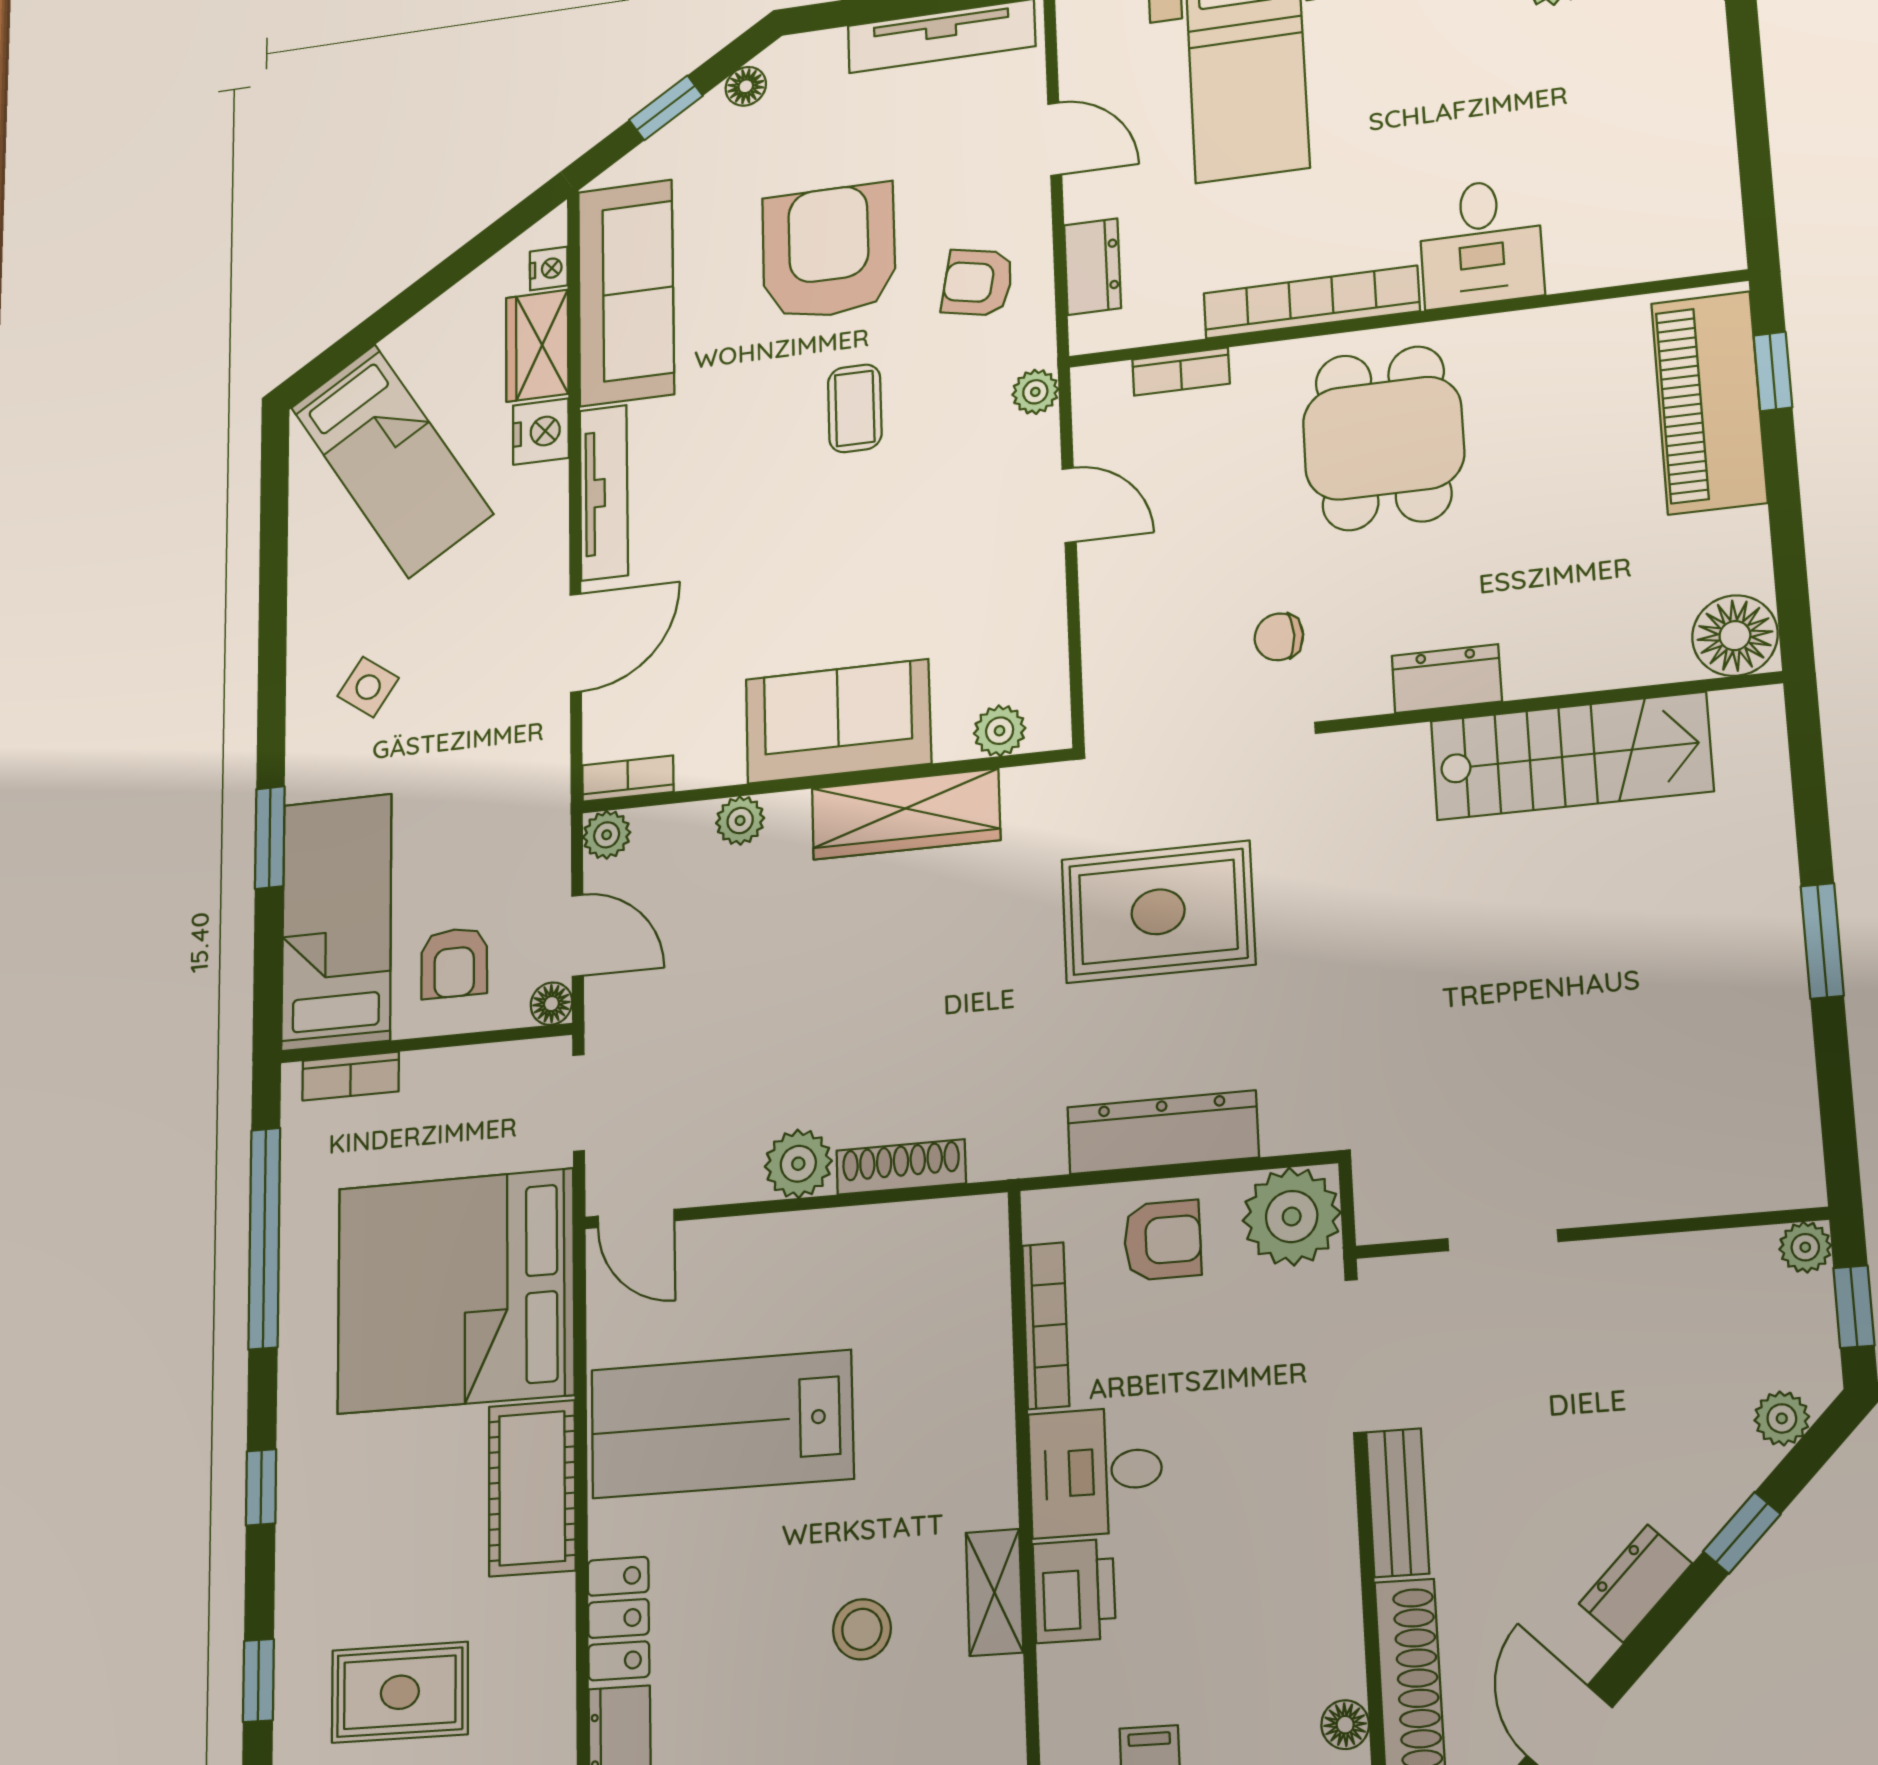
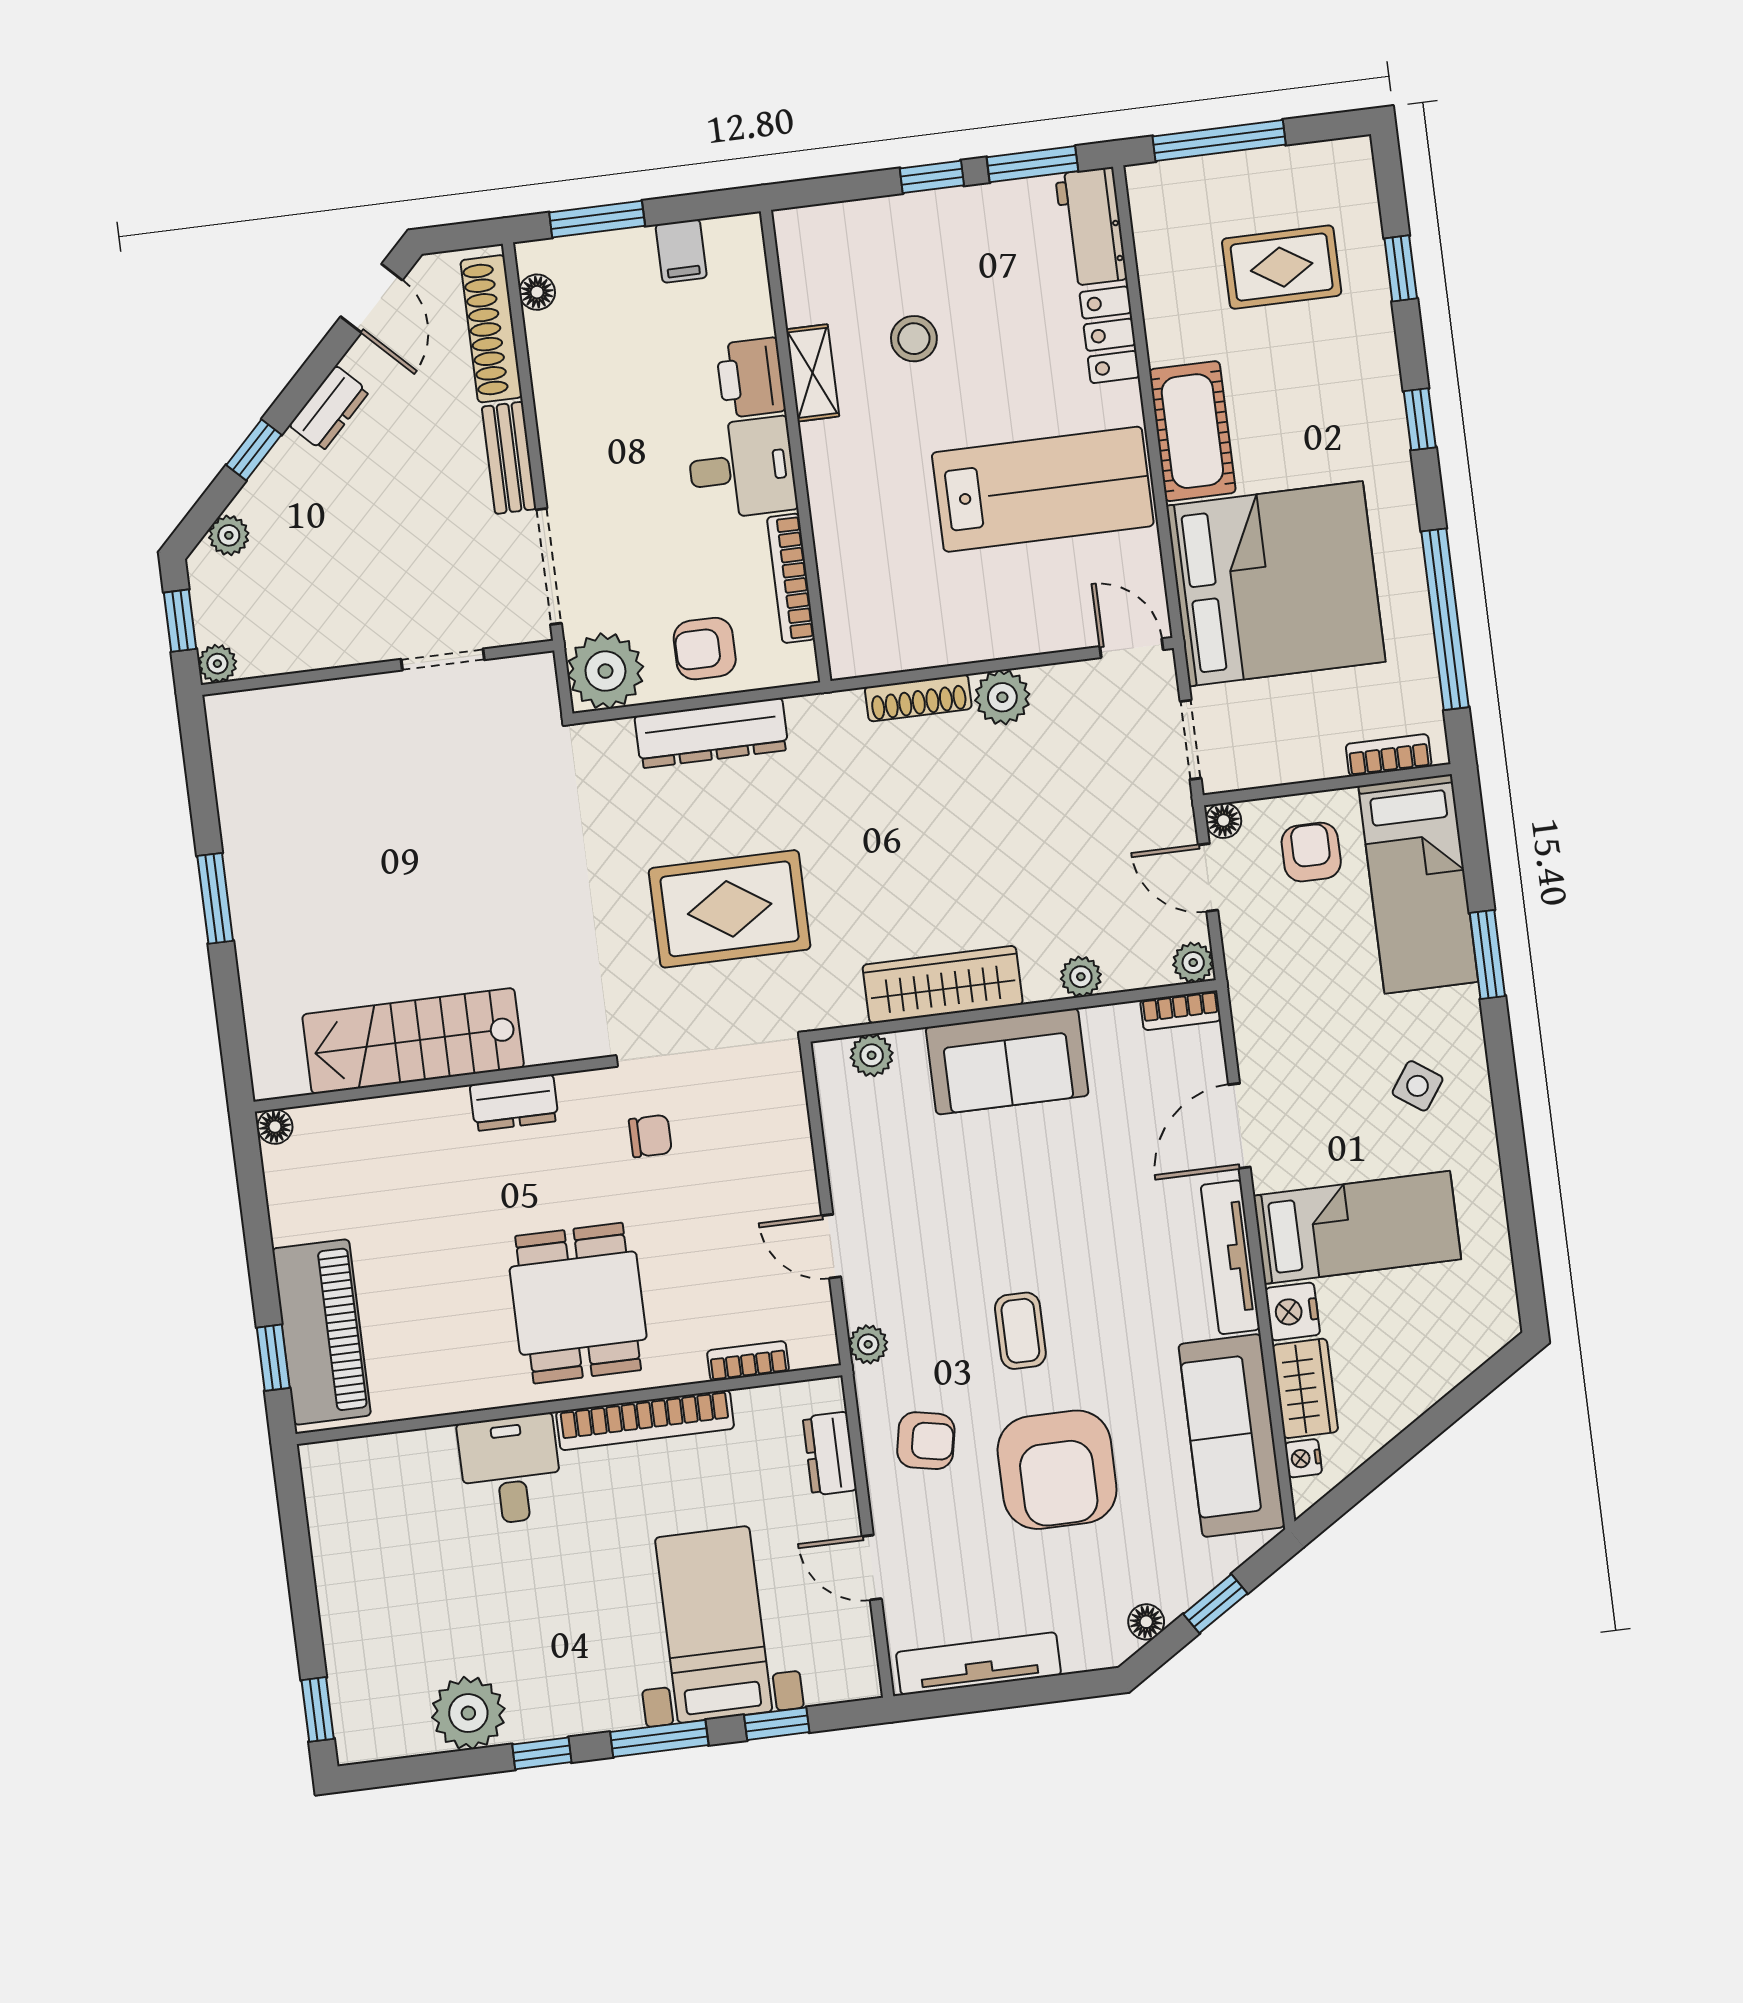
bed: (392, 461) -> (1357, 1227), moved, turned 123
floor lamp: (1735, 636) -> (275, 1127), width x0.53, depth x0.53

